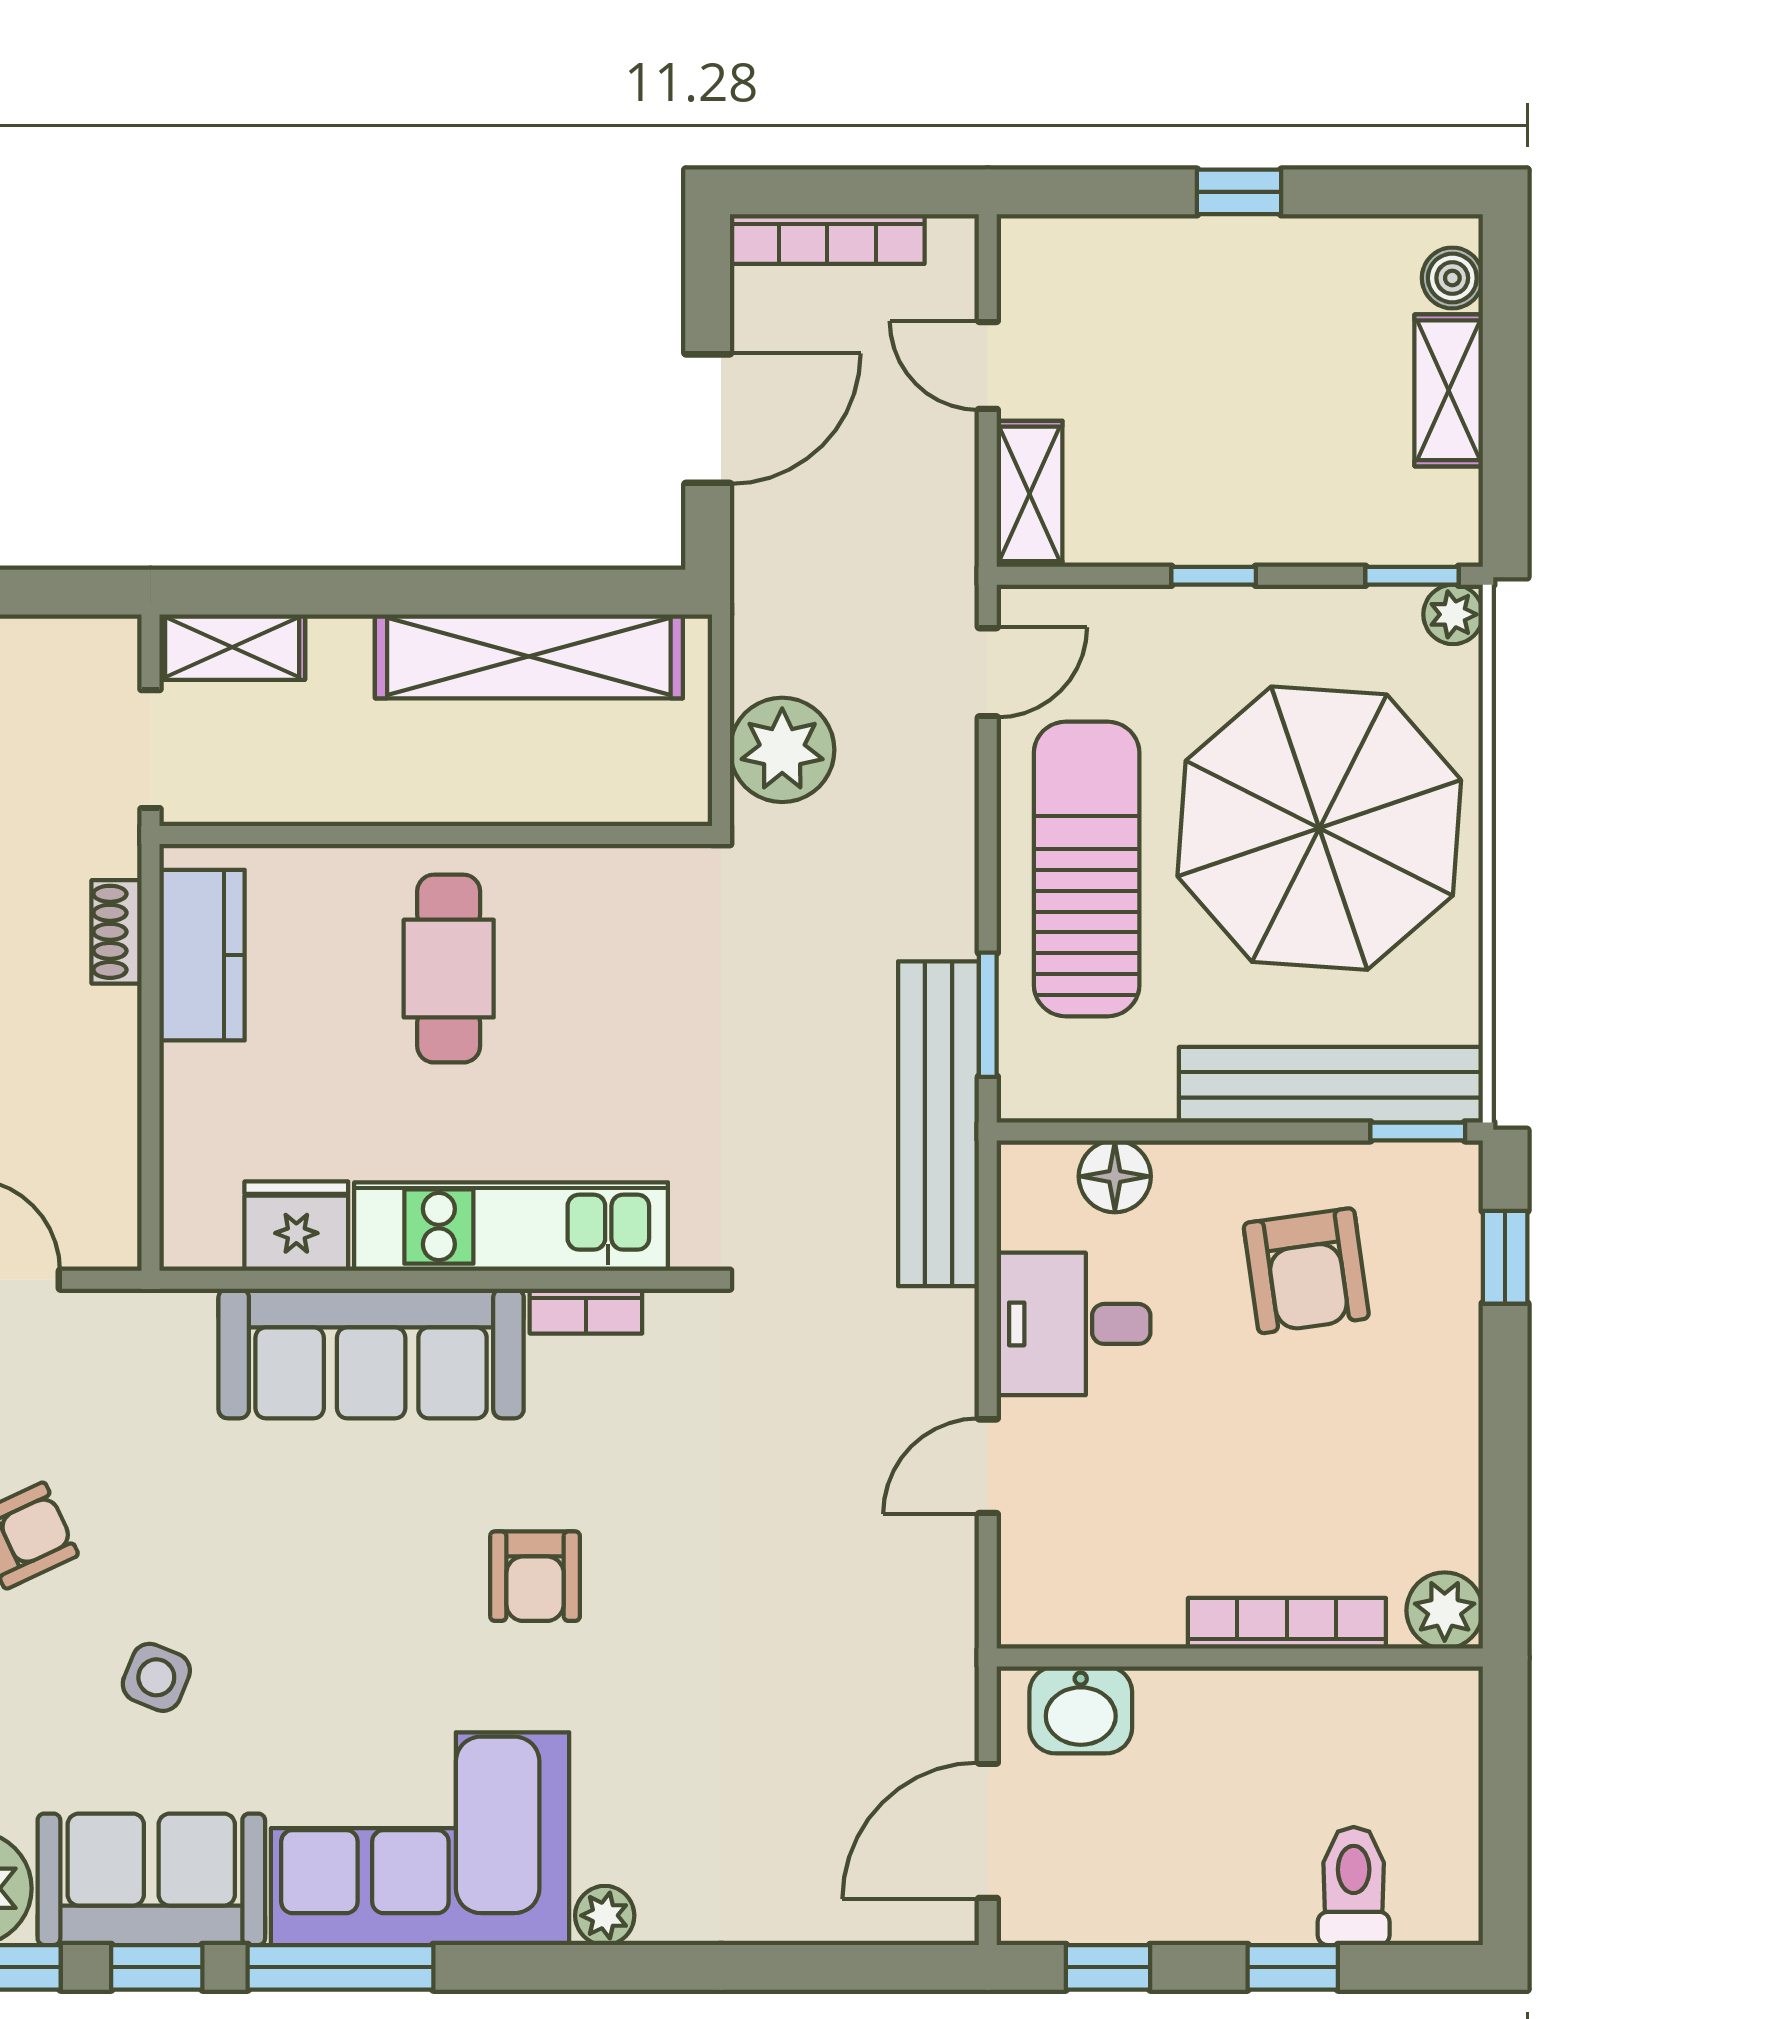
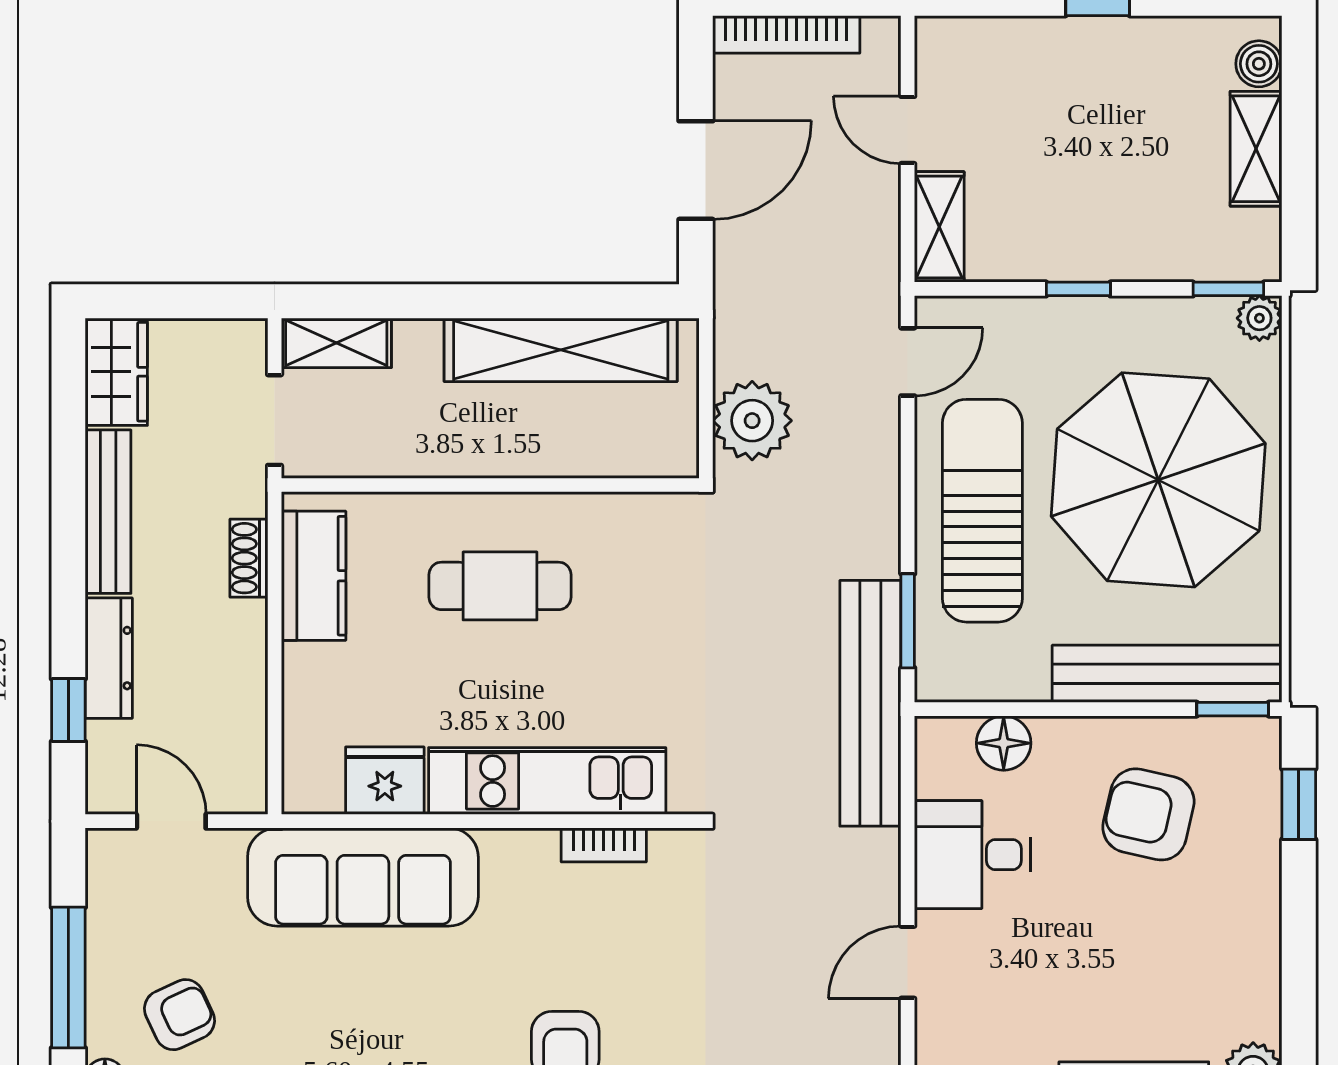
cafe table: (449, 969) -> (500, 586), turned 90
armchair: (1306, 1271) -> (1148, 814), turned 111
sofa: (371, 1353) -> (363, 877), moved

